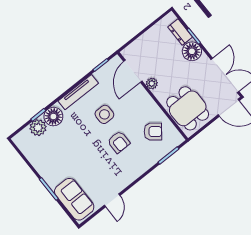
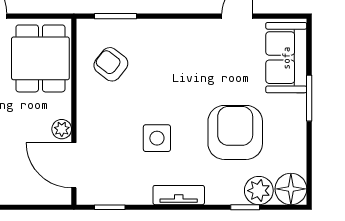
door: (133, 71) -> (74, 165), swing flipped
tv unit: (78, 92) -> (179, 195), width x0.71
floor lamp: (53, 117) -> (291, 189), moved
armchair: (119, 142) -> (235, 132), moved, width x1.88, depth x1.88

